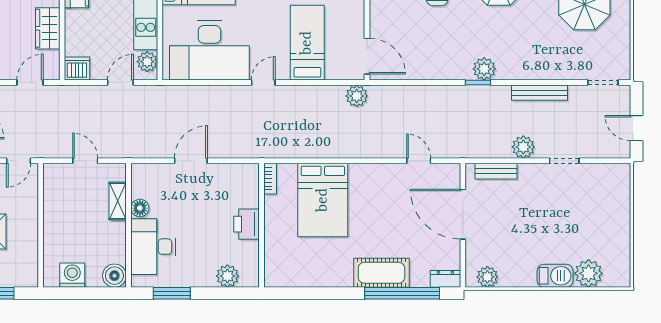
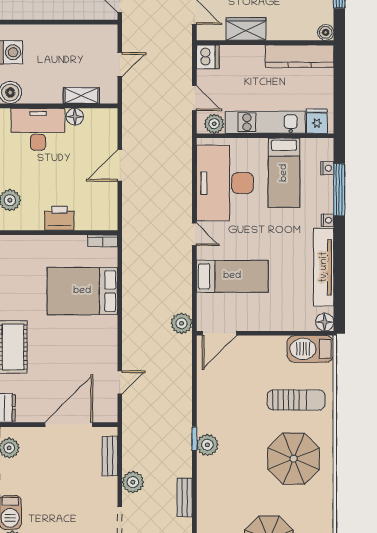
bench: (539, 93) -> (185, 498), width x0.73
door: (191, 161) -> (120, 165), swing flipped

